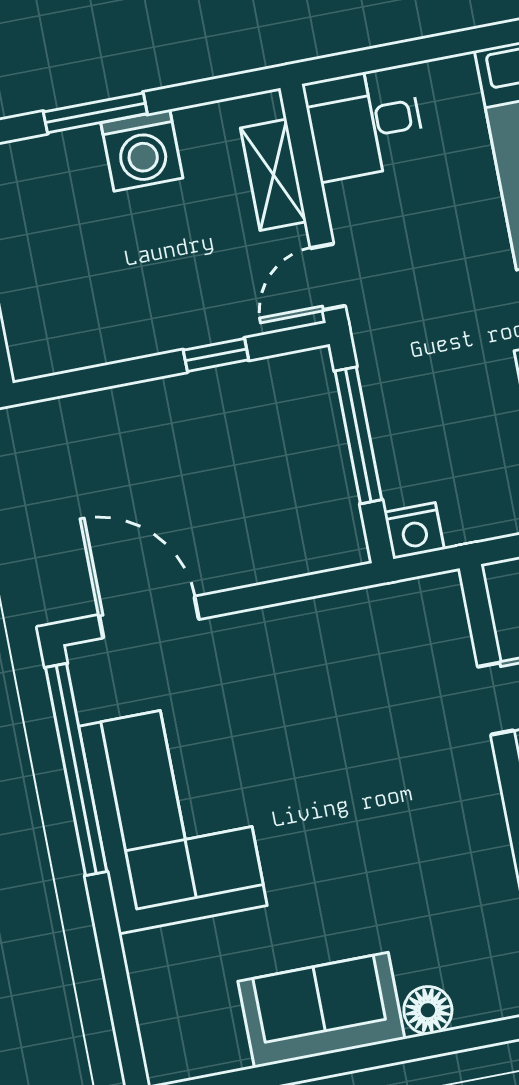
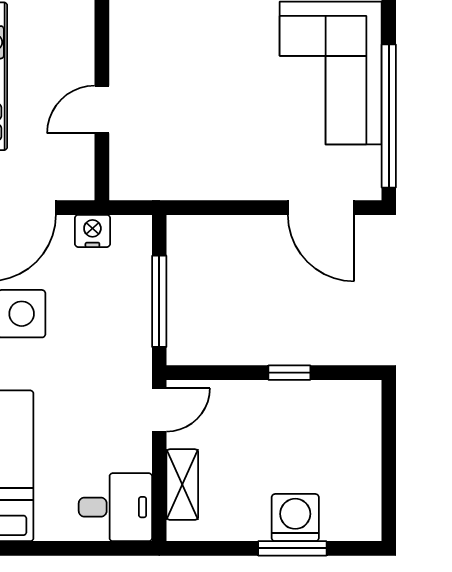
washing machine: (142, 150) -> (295, 518), moved
window: (216, 355) -> (289, 373), moved
nightstand: (414, 531) -> (92, 231), moved

